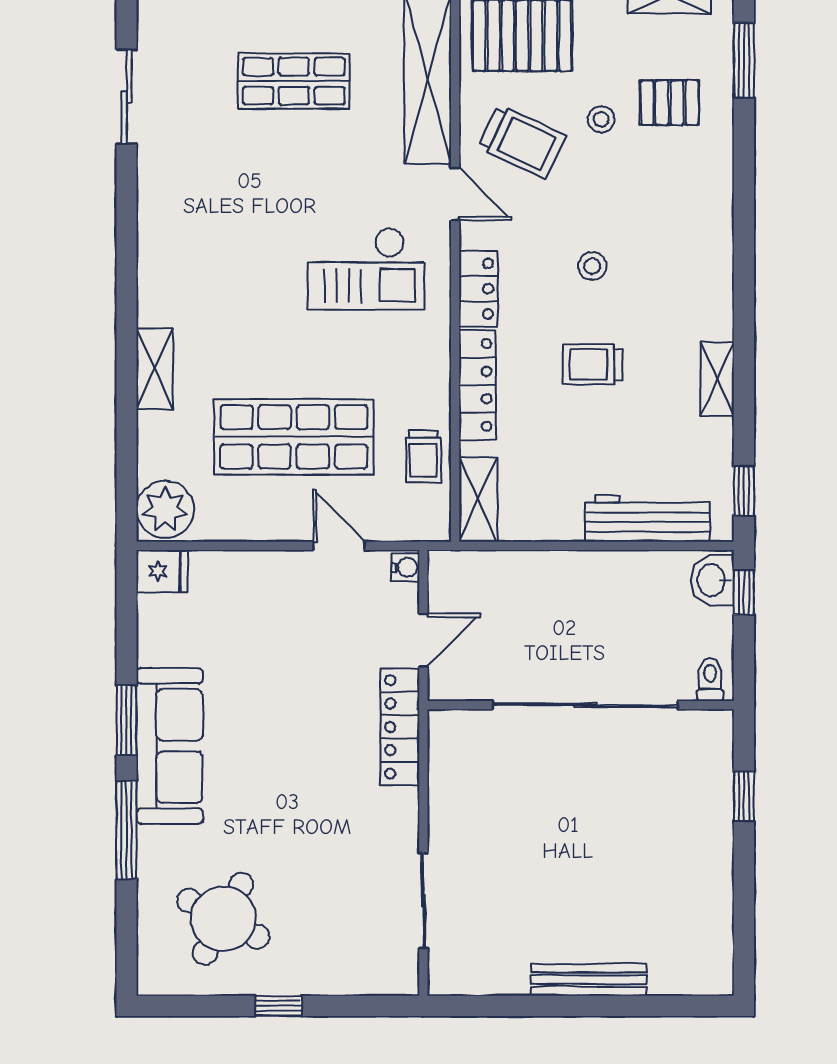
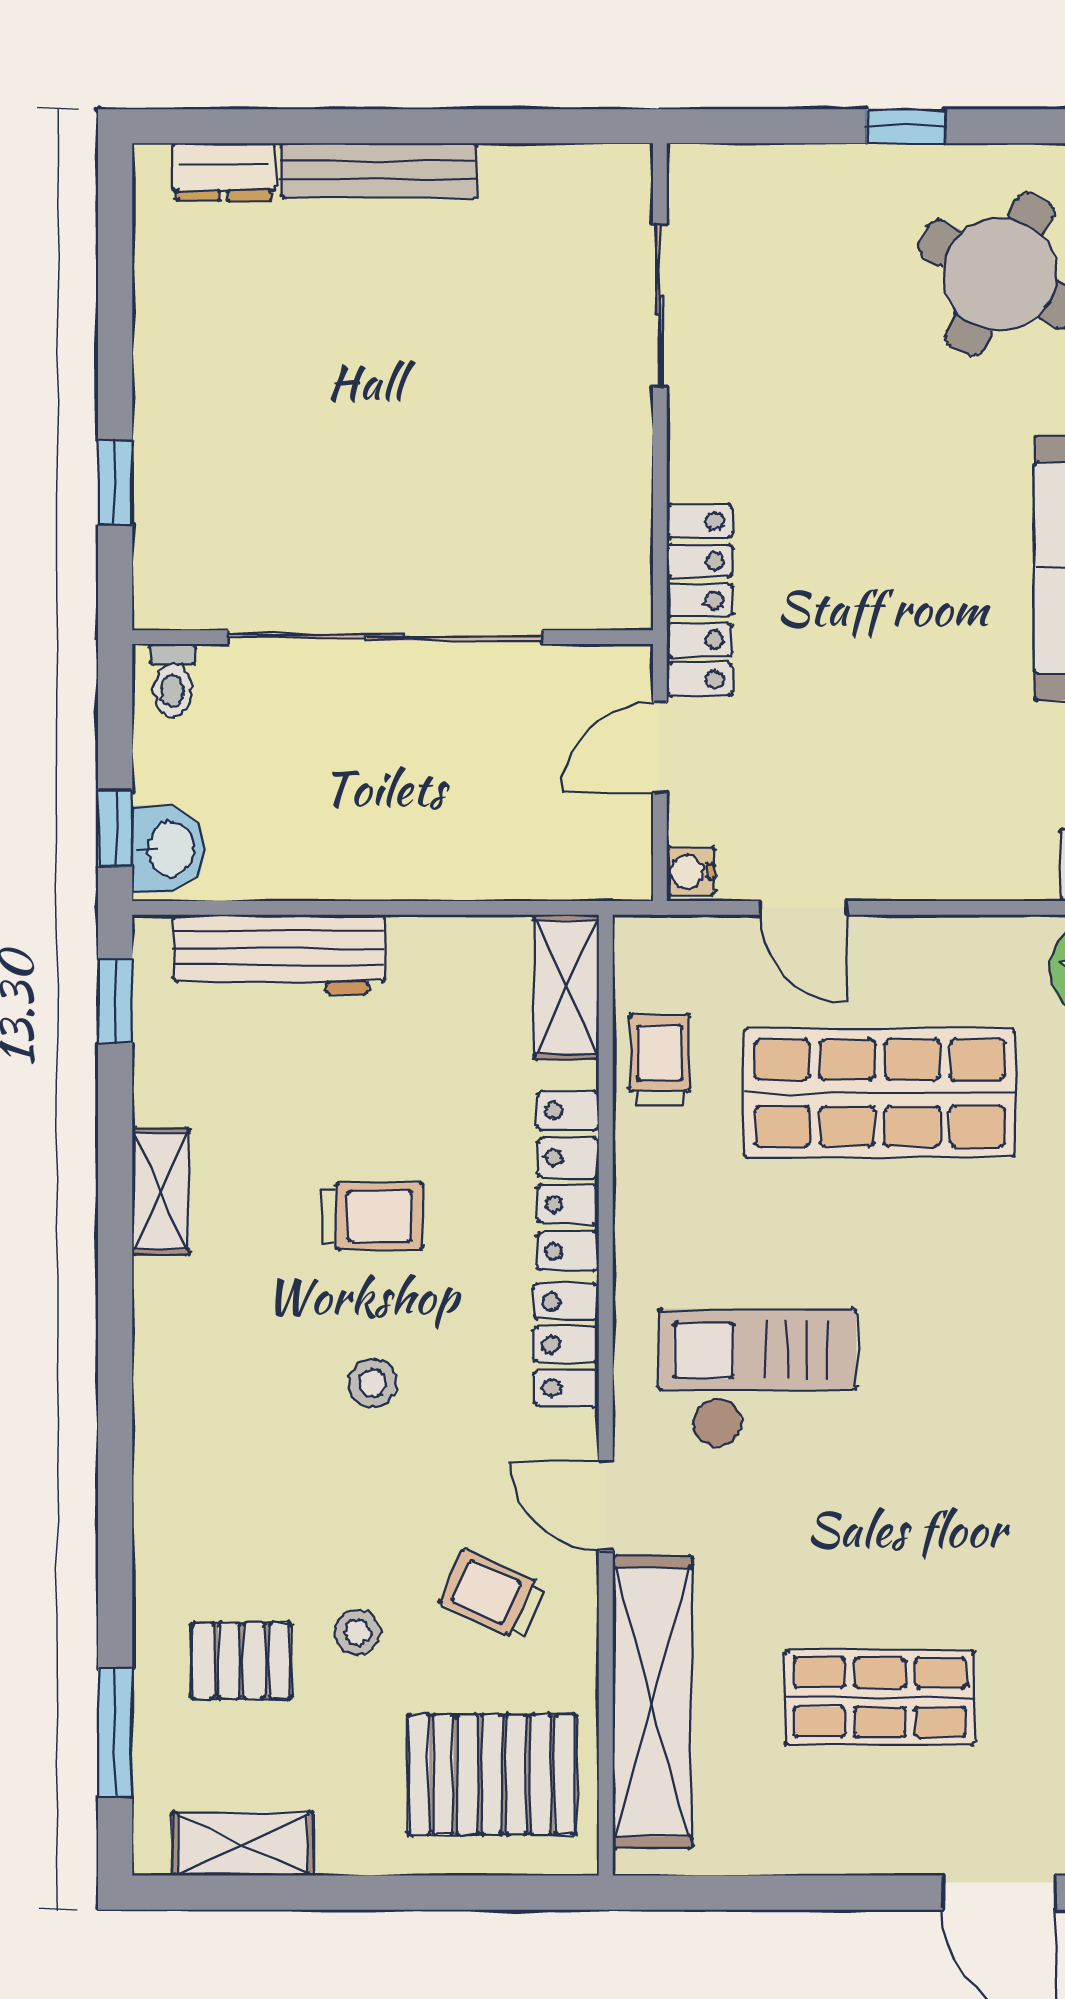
trolley: (522, 142) -> (492, 1595), width x0.73, depth x0.72
dresser: (680, 979) -> (224, 172), added

